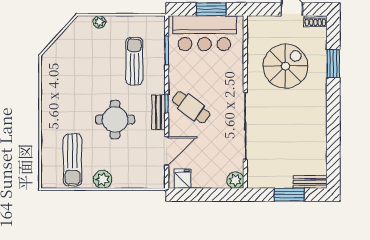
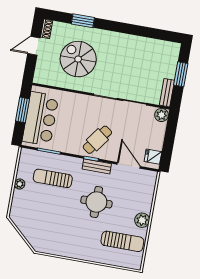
plant: (99, 22) -> (20, 184), moved
bench: (310, 182) -> (167, 93), moved

